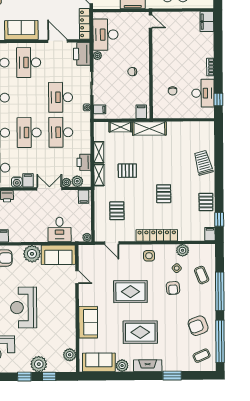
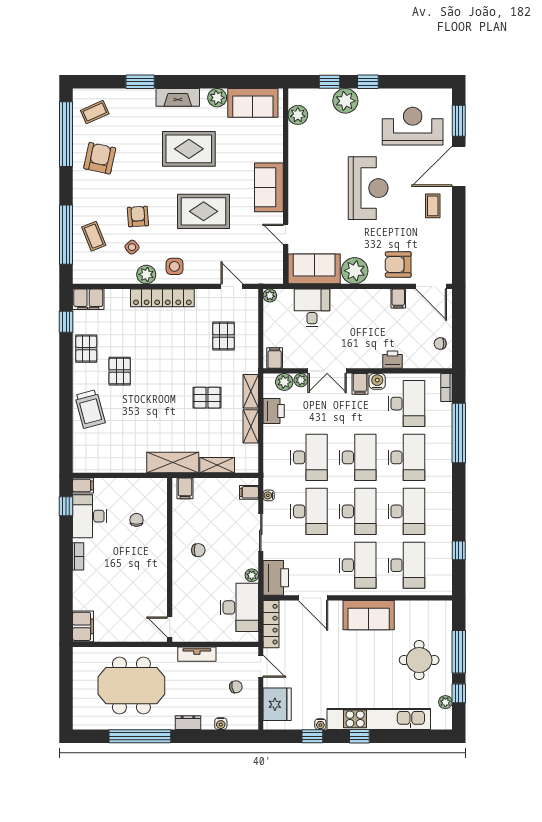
desk: (29, 98) -> (358, 511), added
filing cabinet: (207, 113) -> (83, 485), added
pallet: (164, 194) -> (120, 371), moved
filing cabinet: (210, 234) -> (88, 299), width x2.00
plant: (183, 250) -> (146, 274), moved
window: (220, 291) -> (66, 235), moved
sofa: (88, 322) -> (269, 187), moved
armchair: (198, 326) -> (100, 158), turned -58

